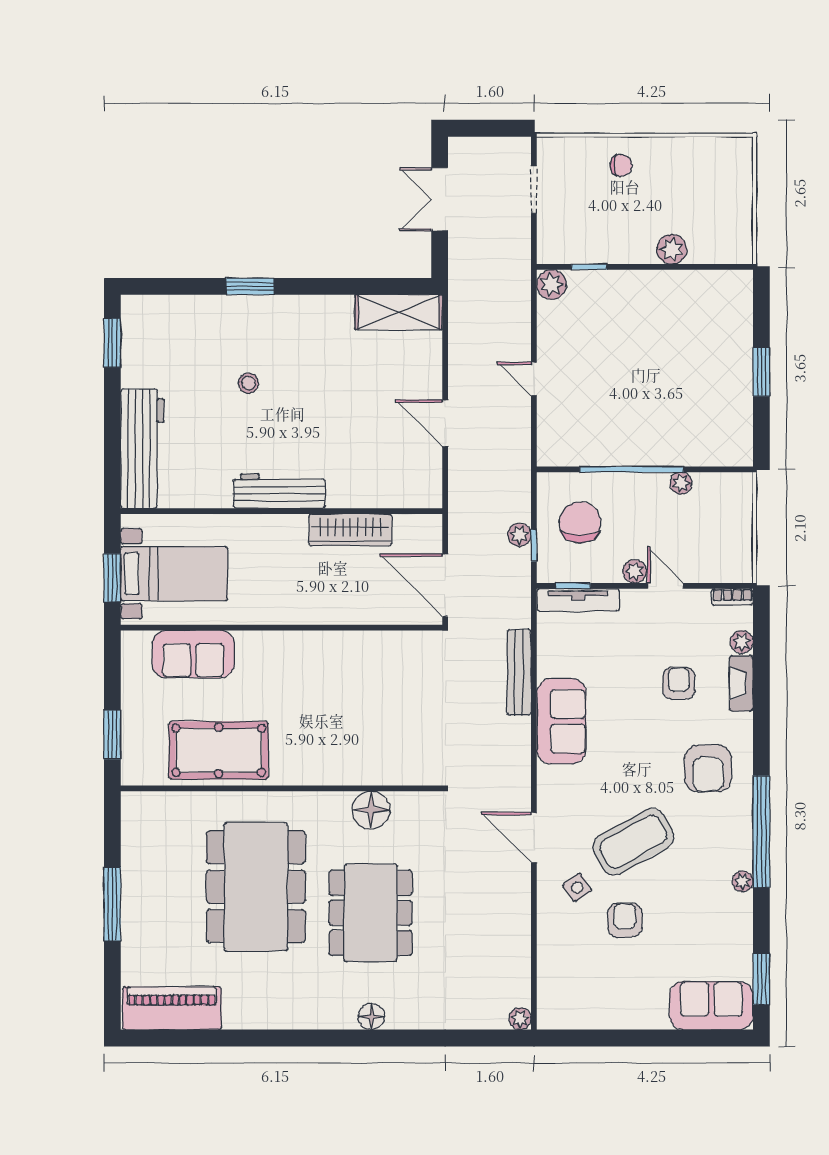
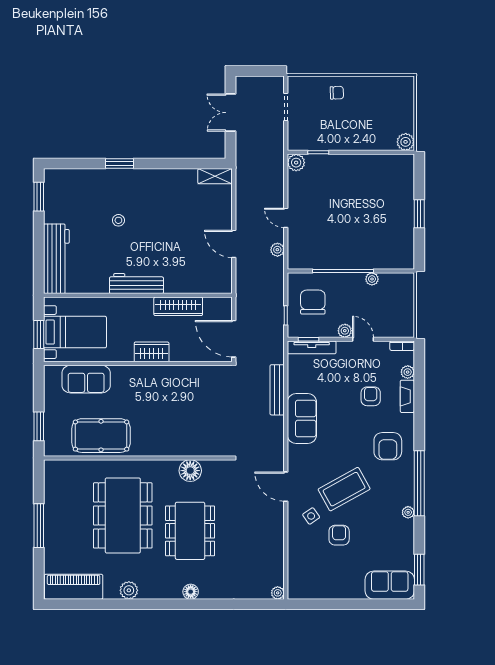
plant: (672, 249) -> (406, 142), moved
shelving: (399, 312) -> (215, 176), width x0.67, depth x0.75
plant: (520, 535) -> (277, 250), moved
wardrobe: (305, 608) -> (152, 352), added
plant: (266, 1014) -> (129, 590), added

